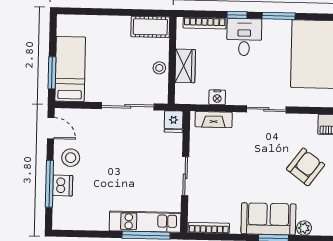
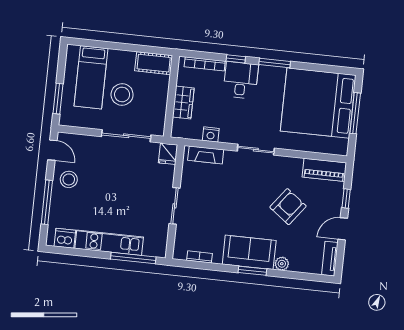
stool: (159, 68) -> (122, 95), moved, width x1.89, depth x1.89
bed: (70, 69) -> (91, 77), moved, turned 180
dishwasher: (63, 186) -> (65, 238), moved, turned -90
kitchen unit: (145, 222) -> (109, 243), moved
bookcase: (209, 228) -> (200, 257), width x0.64

